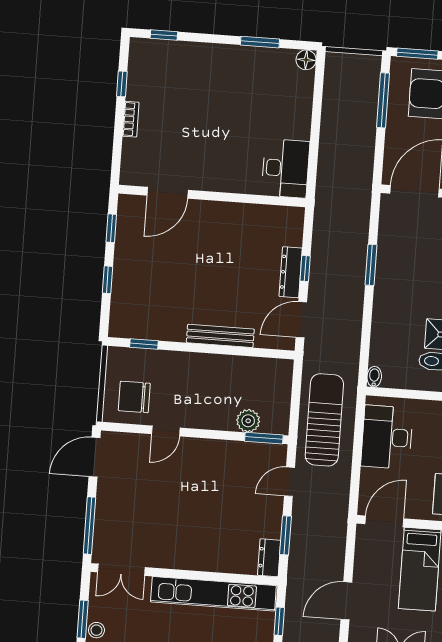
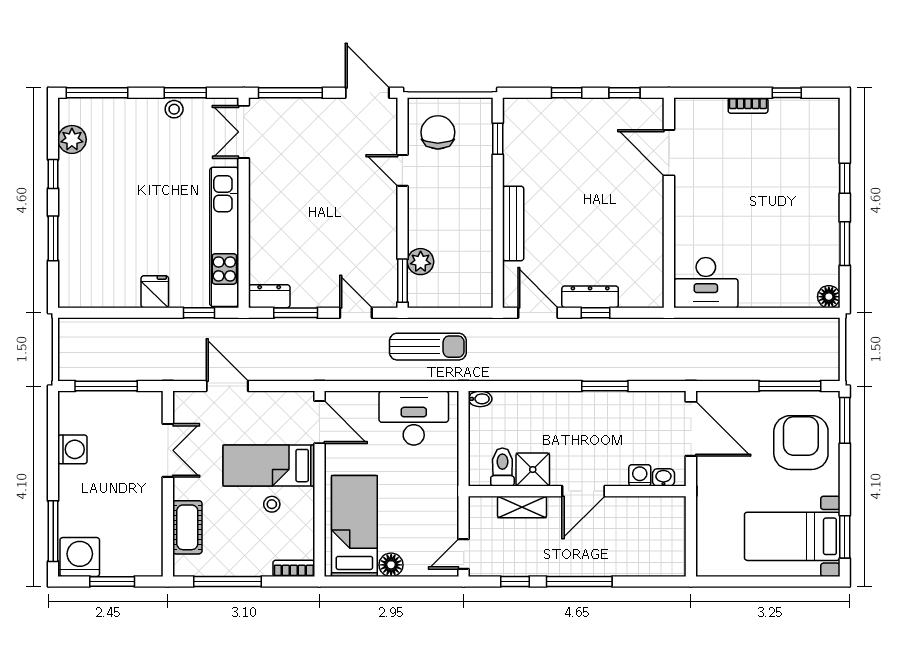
window: (164, 35) -> (845, 178), moved
sun lounger: (324, 420) -> (428, 347), width x0.73, depth x0.75

